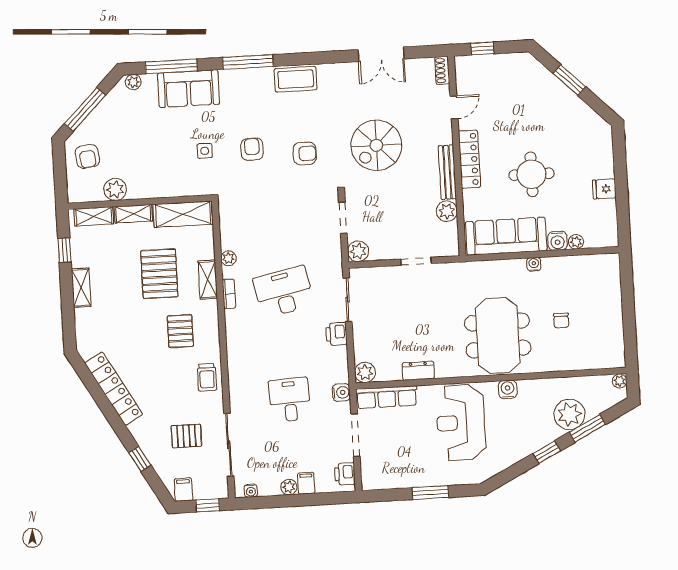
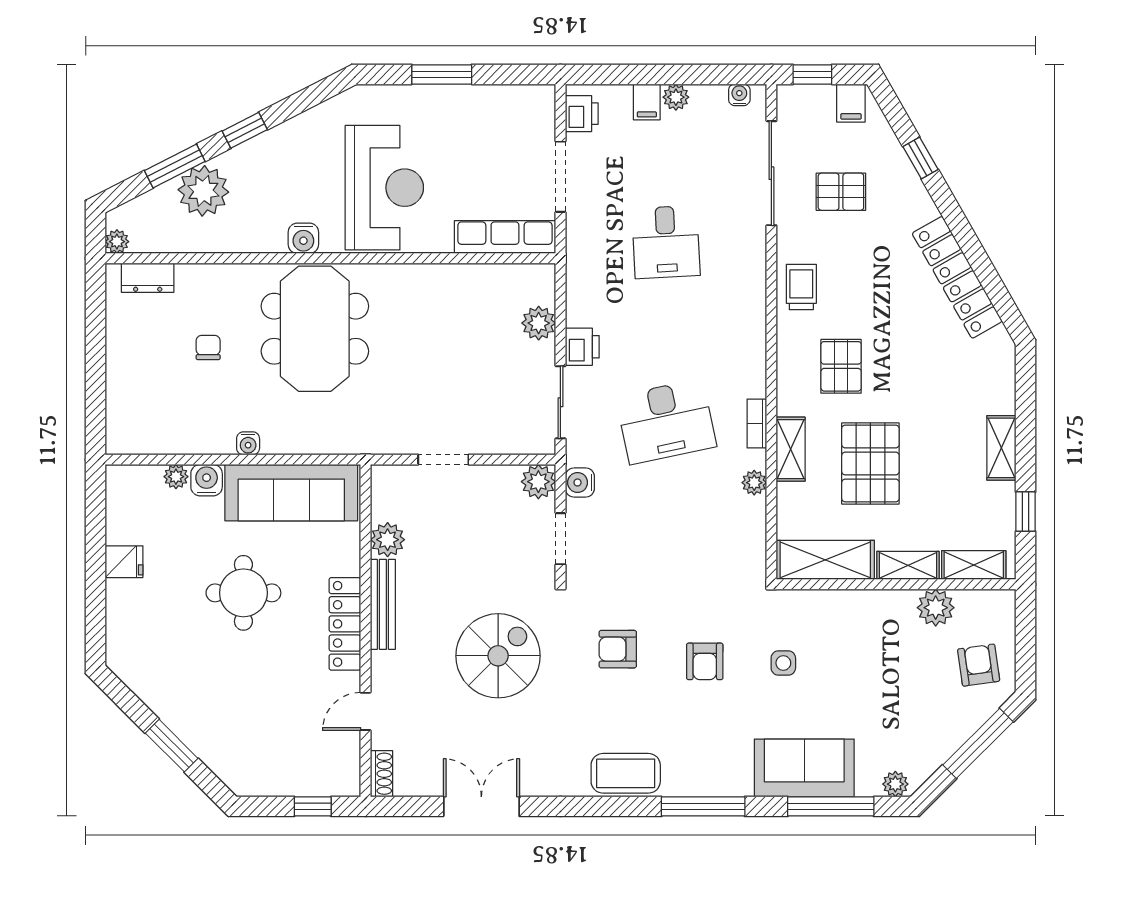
dresser: (418, 371) -> (148, 278), moved
plant: (365, 372) -> (539, 323), moved
water cooler: (341, 392) -> (580, 482), moved

